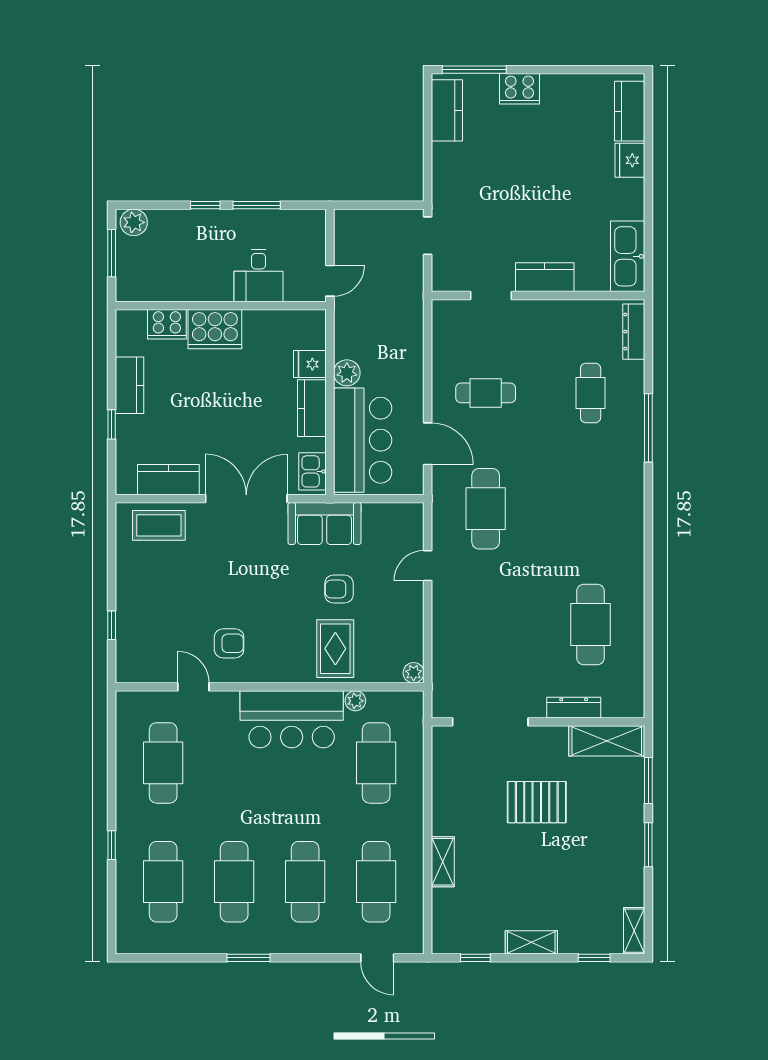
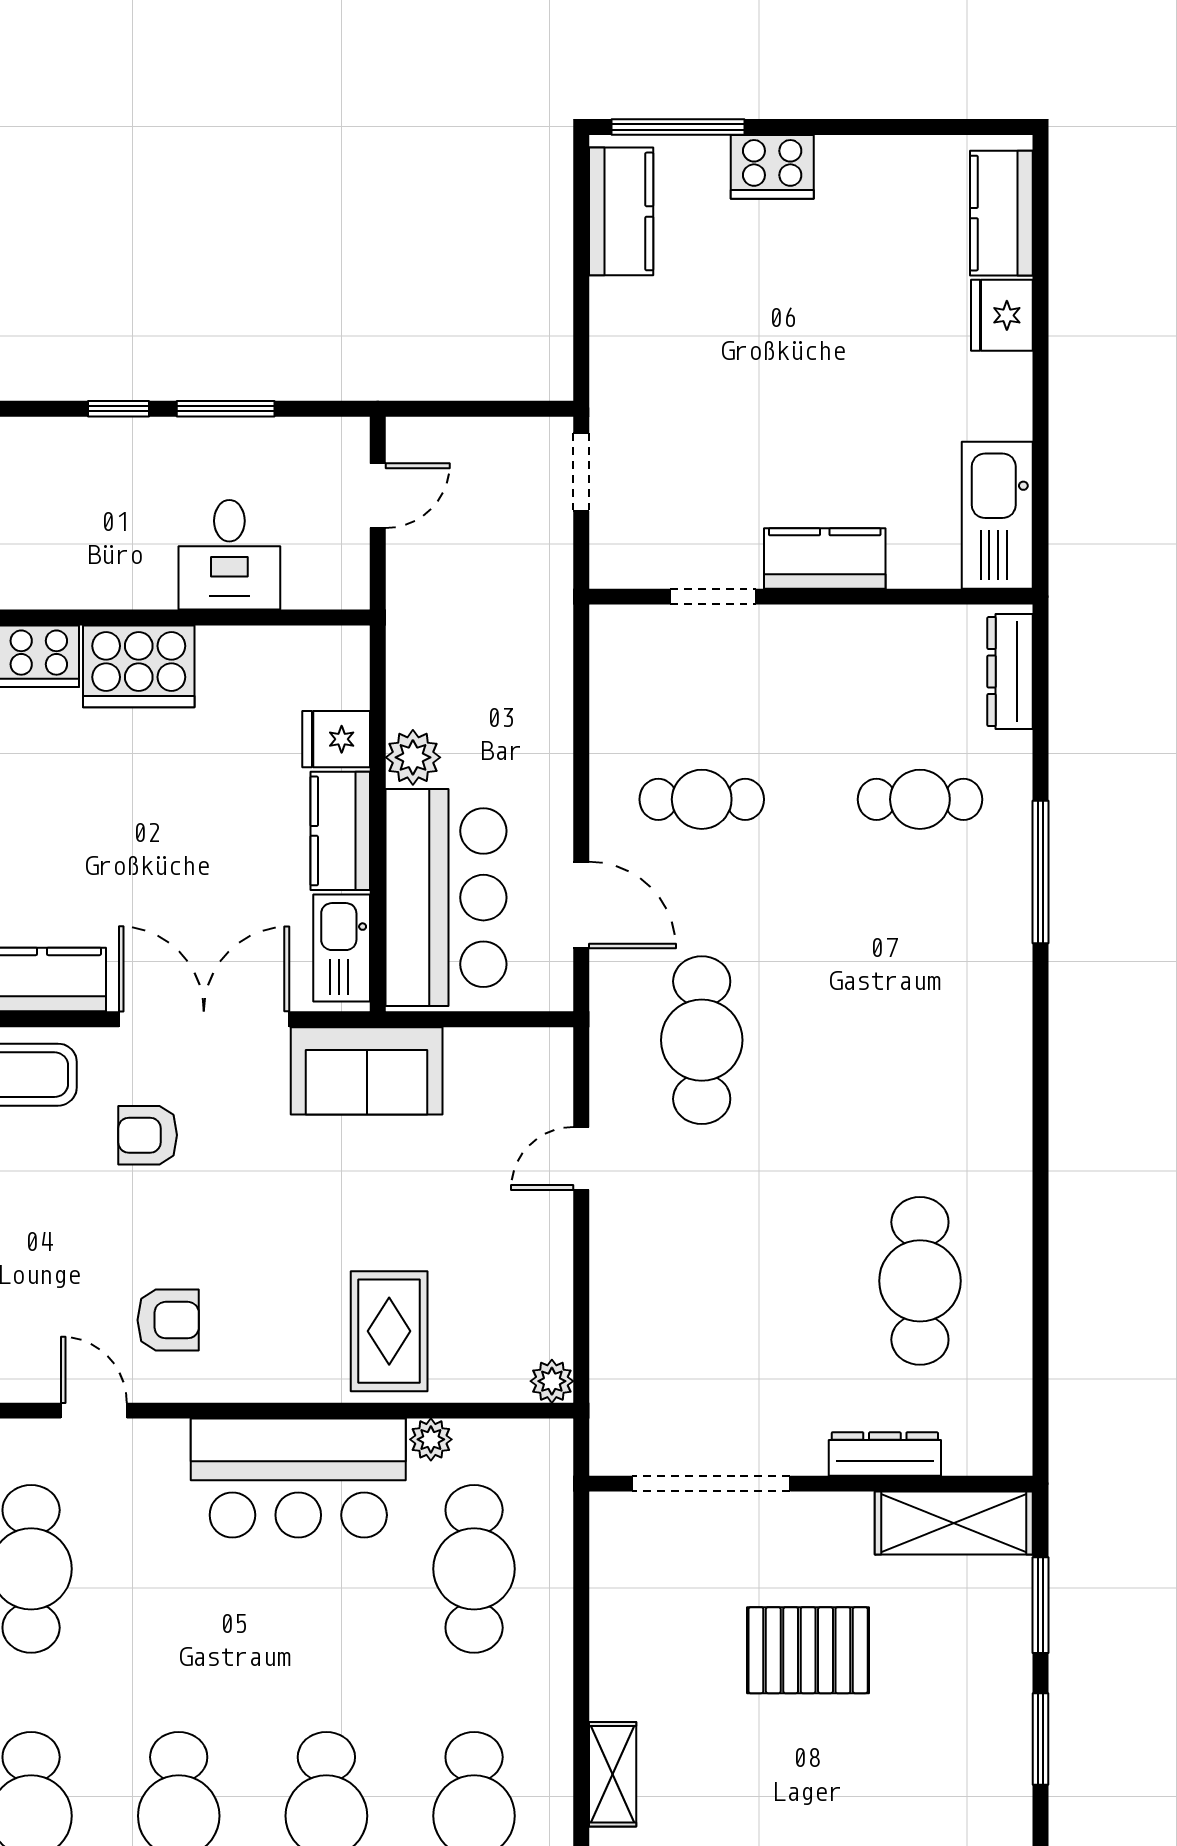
door: (330, 281) -> (378, 496), moved
cafe table: (591, 393) -> (920, 799), turned 90
kitchen sink: (313, 471) -> (342, 948), width x1.38
armchair: (339, 589) -> (148, 1135), moved

